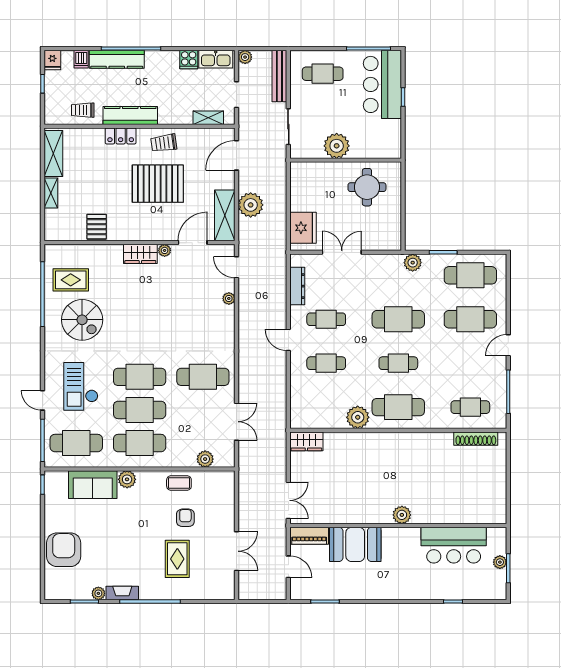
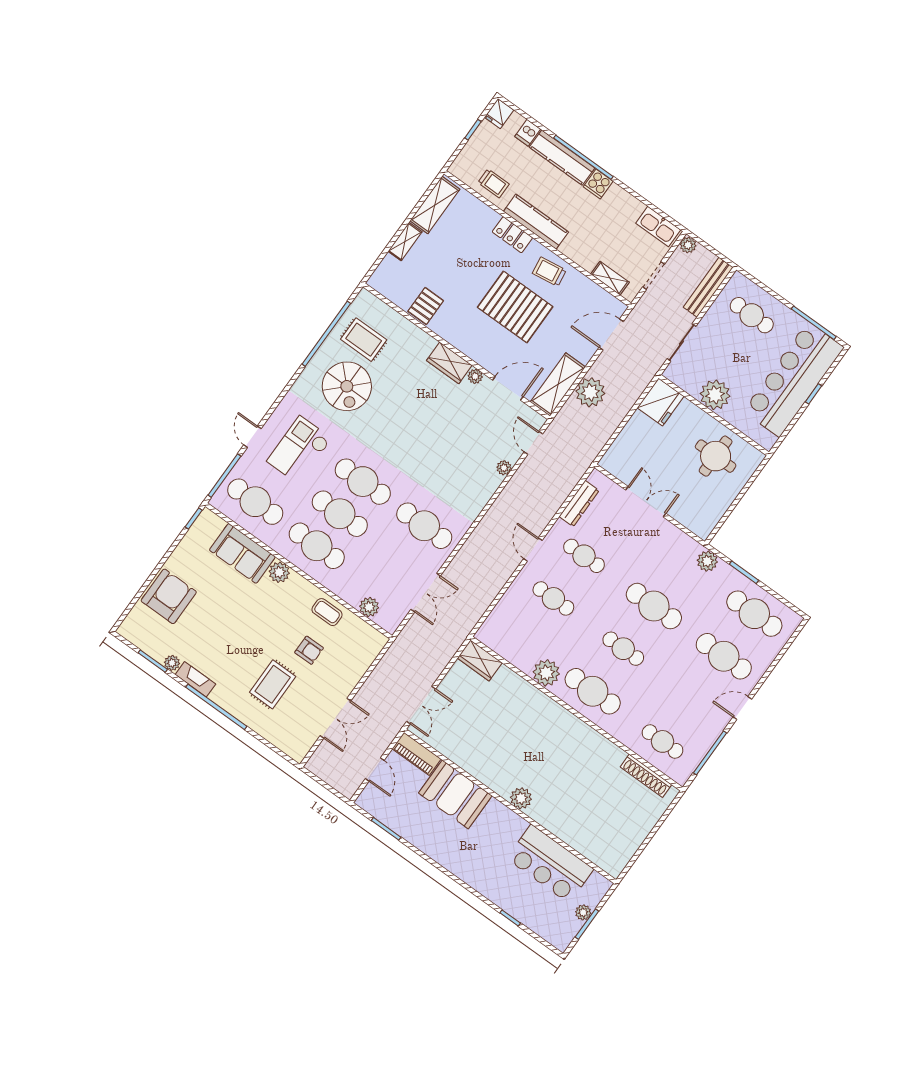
cooker: (189, 60) -> (598, 184), moved
bar counter: (382, 84) -> (794, 379), width x1.36
trolley: (83, 110) -> (494, 183), turned 180
fridge: (303, 228) -> (661, 402), moved
armchair: (185, 518) -> (309, 650), turned 90

